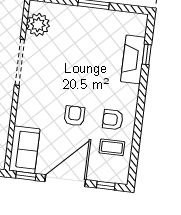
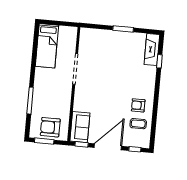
plant: (38, 25) -> (87, 44), removed
fireplace: (133, 59) -> (152, 49), moved
armchair: (74, 116) -> (113, 103), removed

